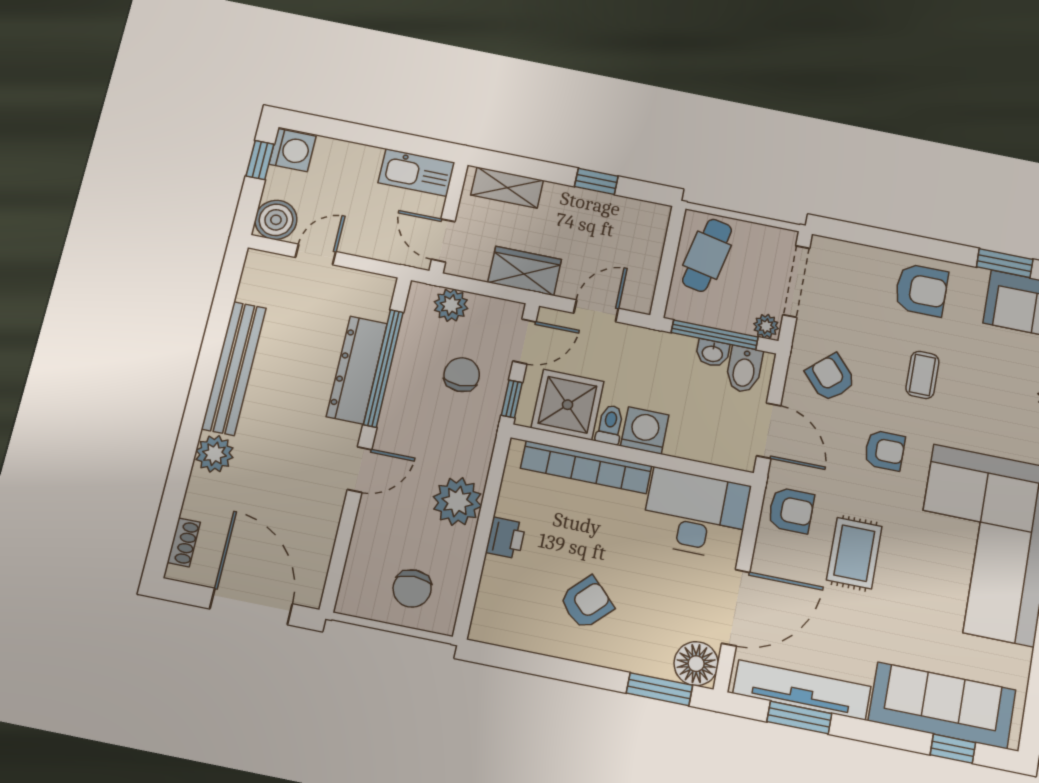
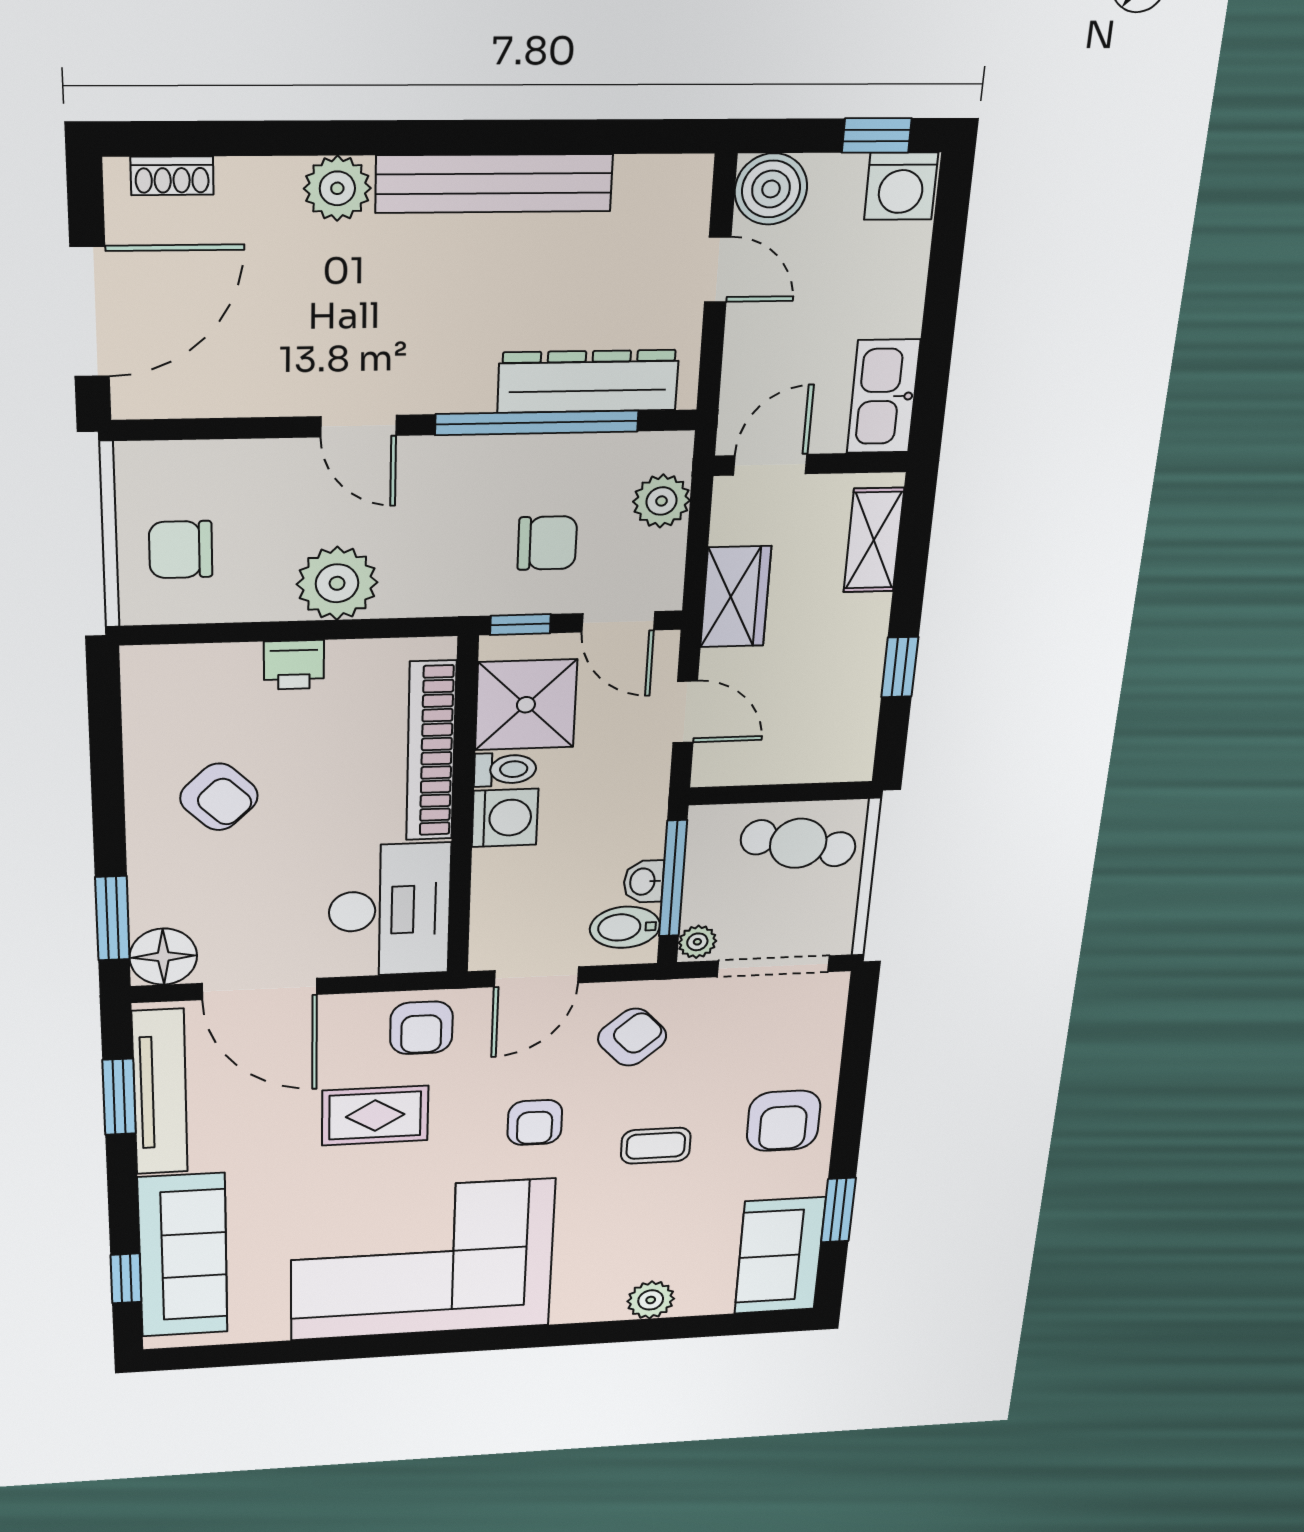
dresser: (357, 370) -> (588, 381), moved

